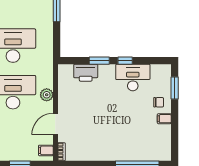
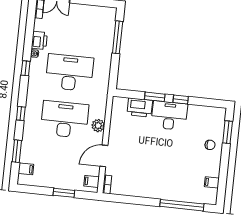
desk: (133, 78) -> (169, 116), moved
filing cabinet: (164, 119) -> (212, 182), moved

